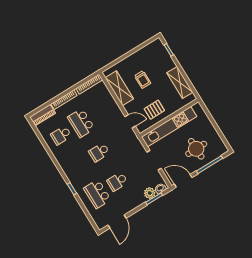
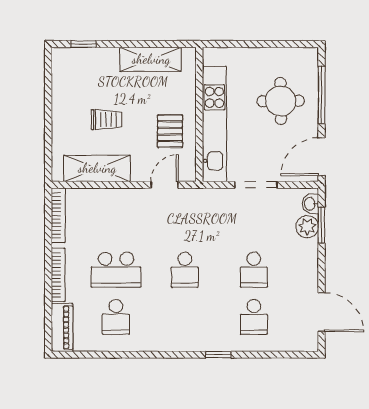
school desk: (97, 194) -> (254, 317), width x0.54

